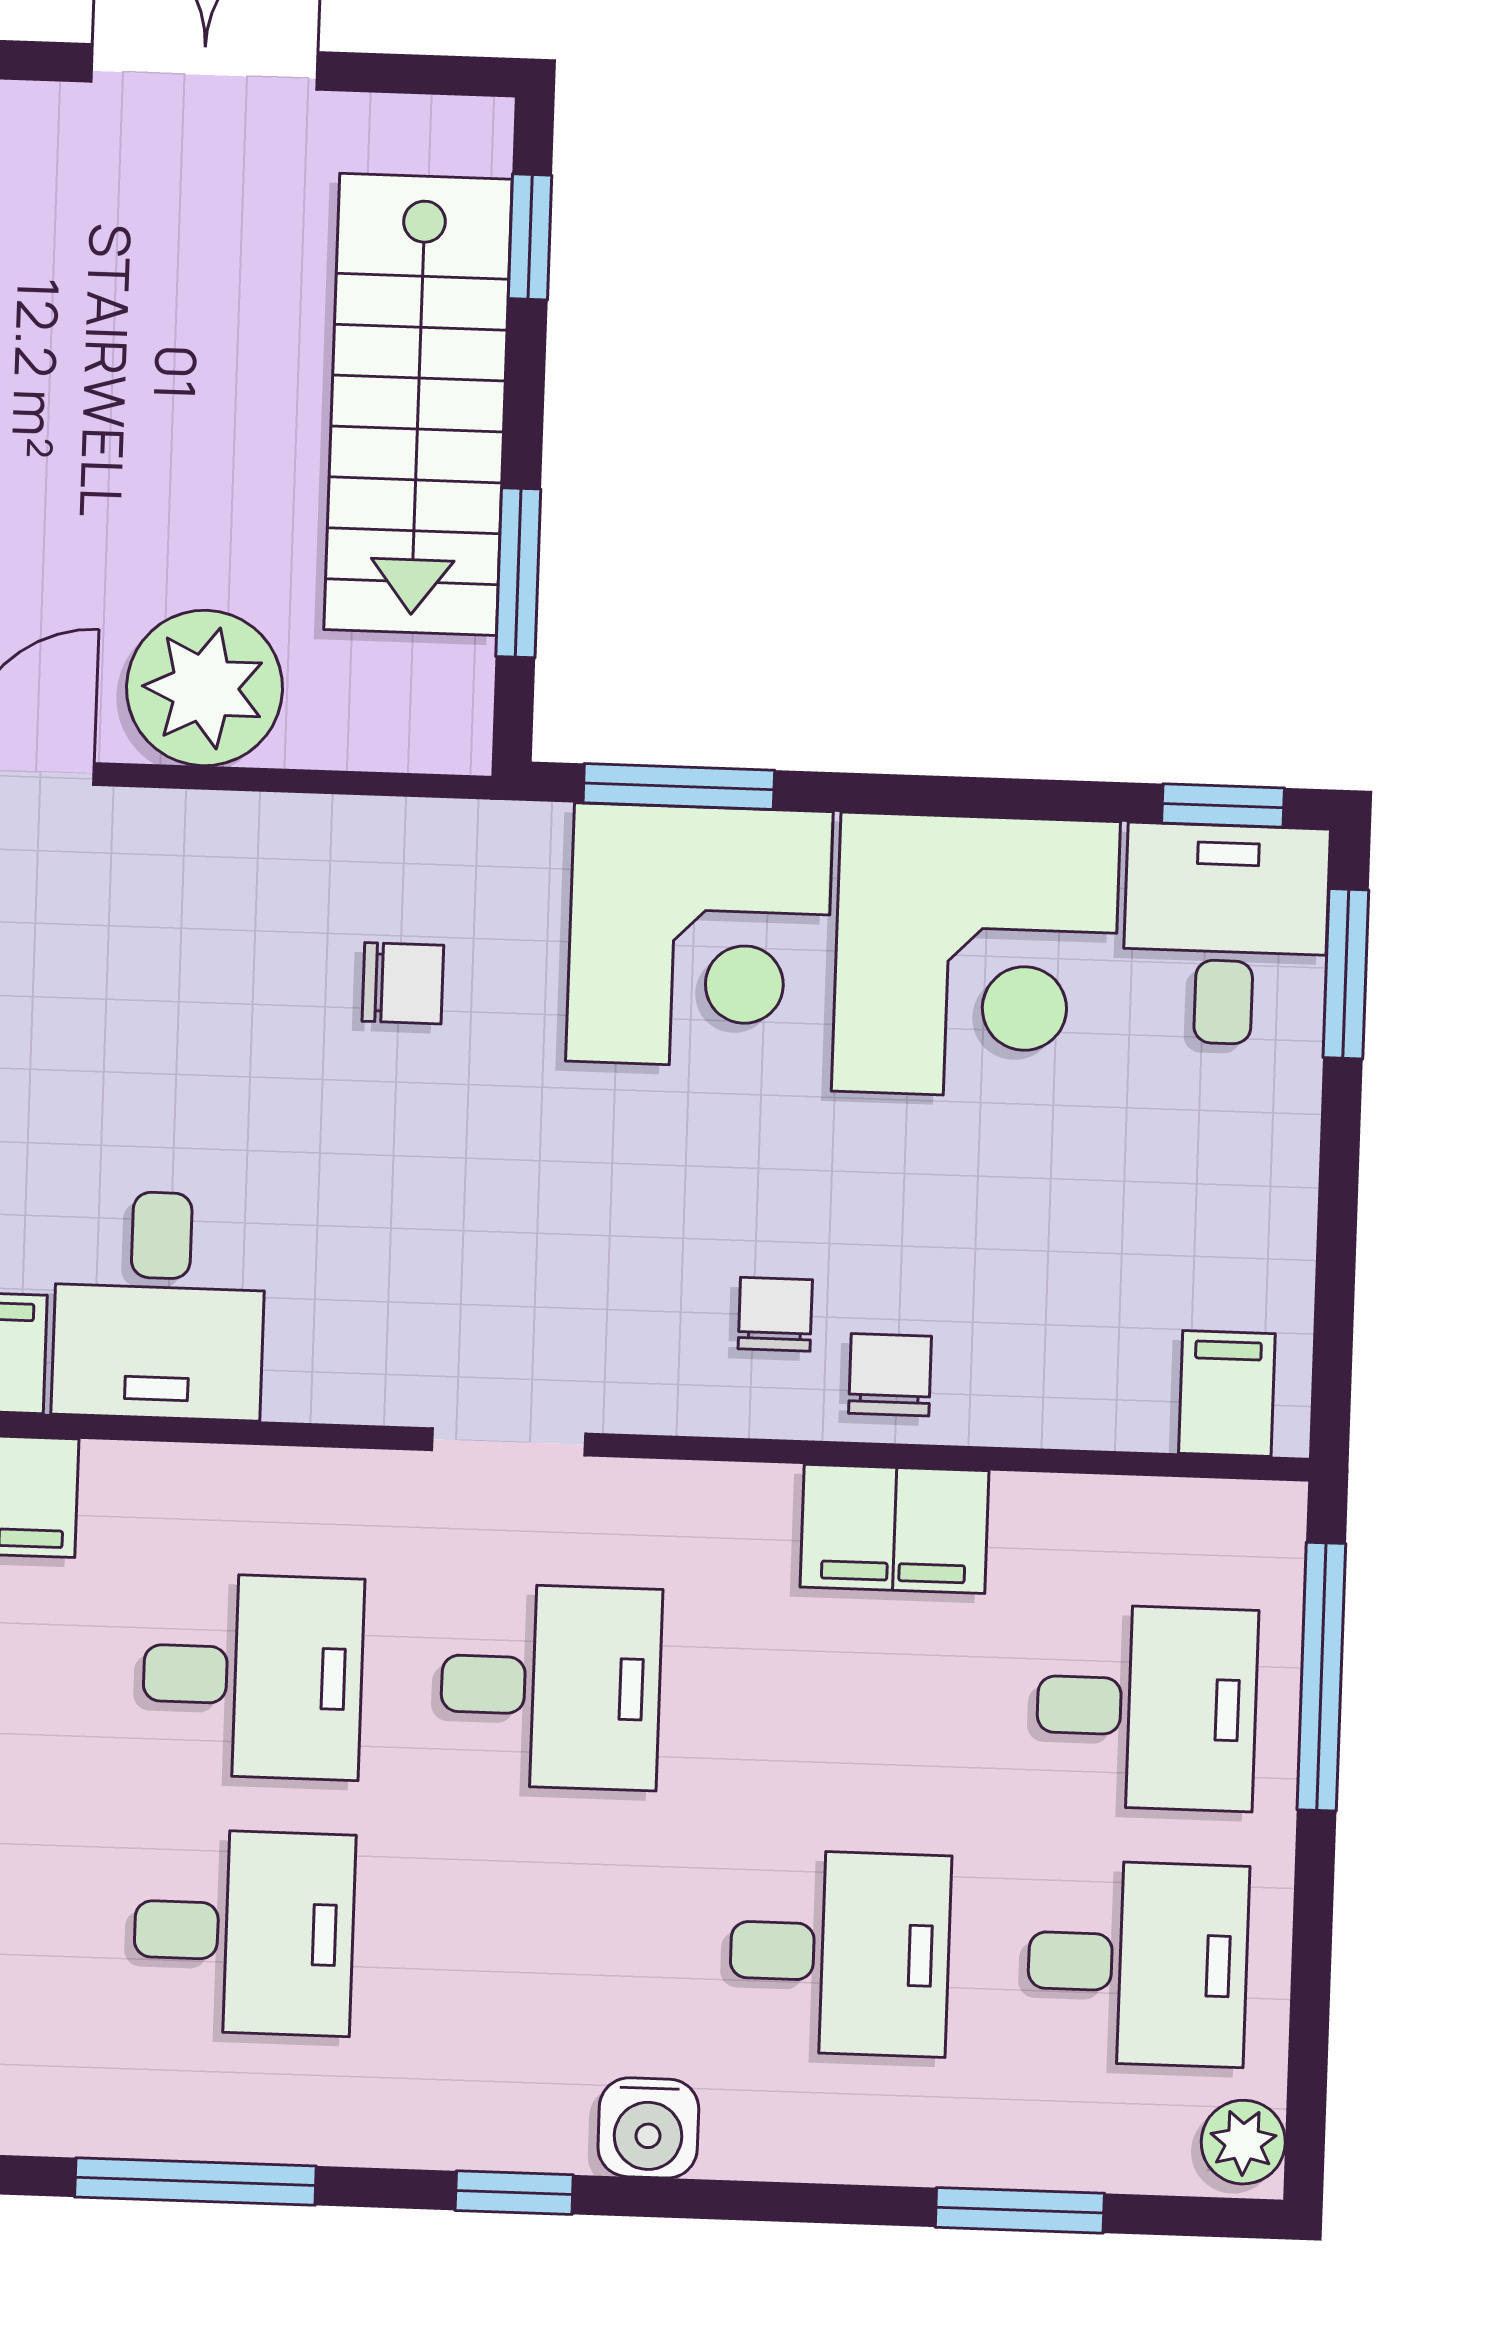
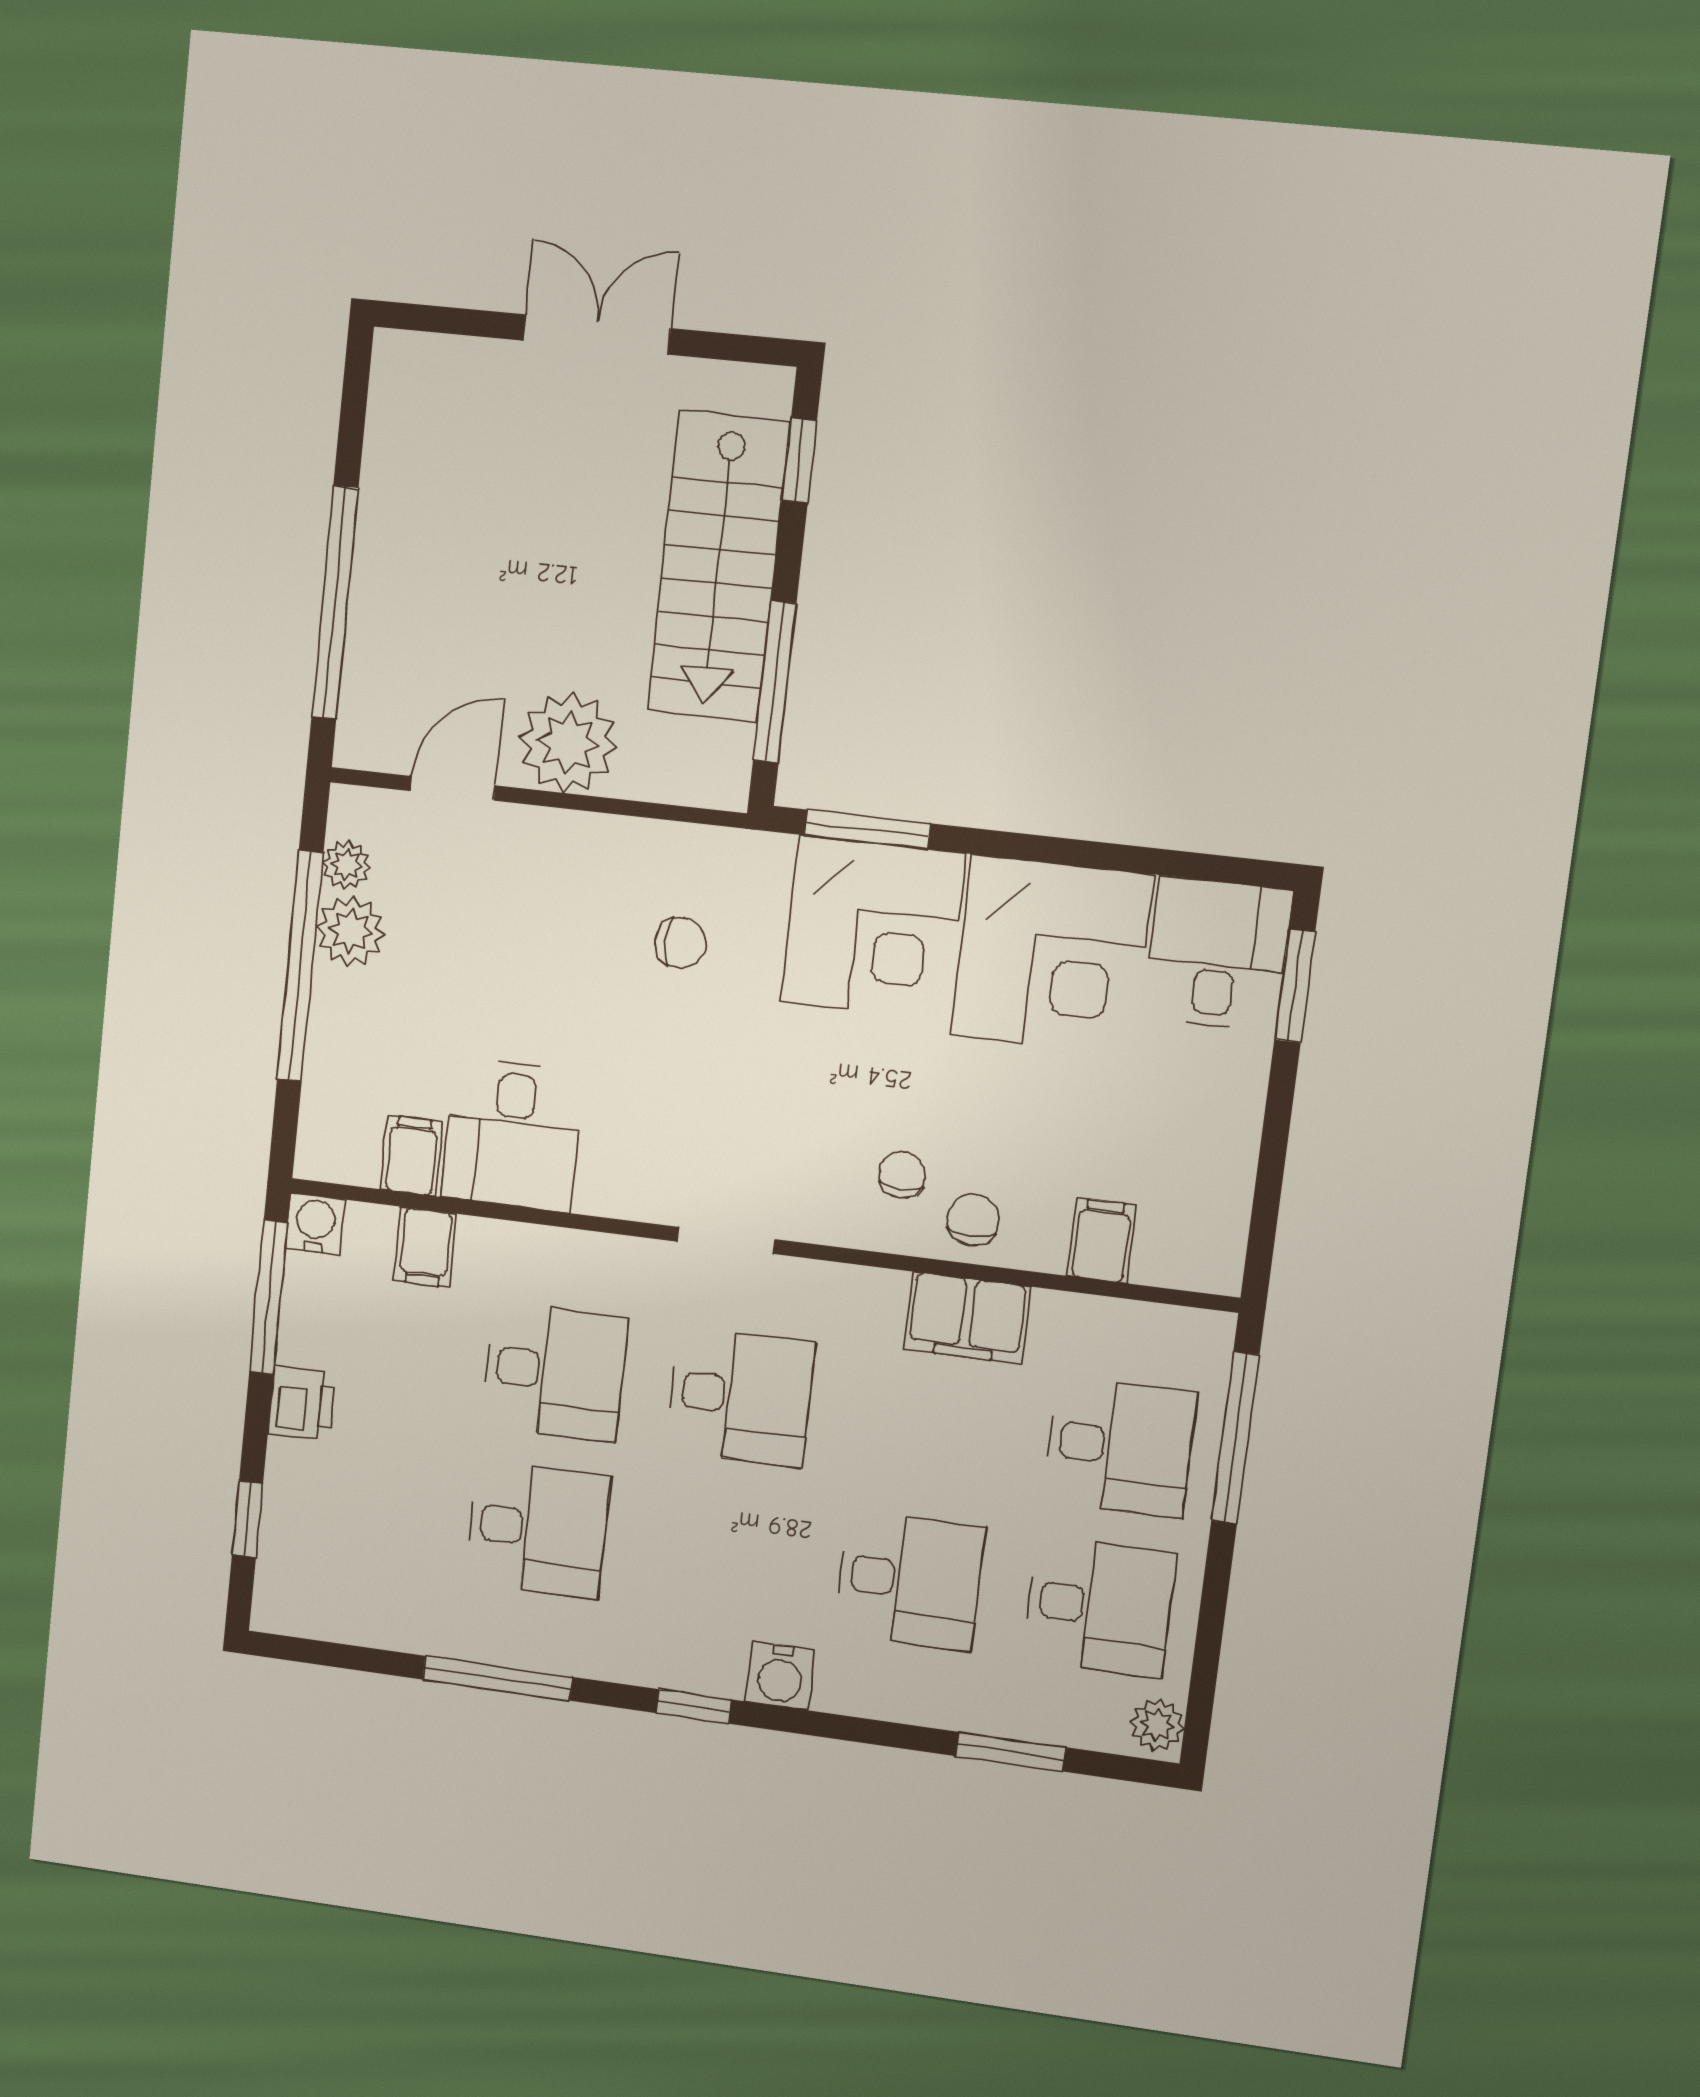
window: (518, 573) -> (775, 682), width x1.44
window: (1223, 805) -> (1223, 869), removed
filing cabinet: (1227, 1394) -> (1102, 1240), moved

